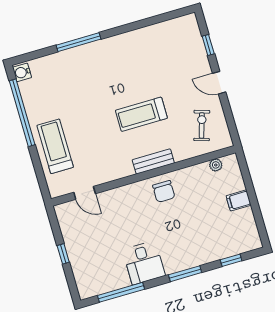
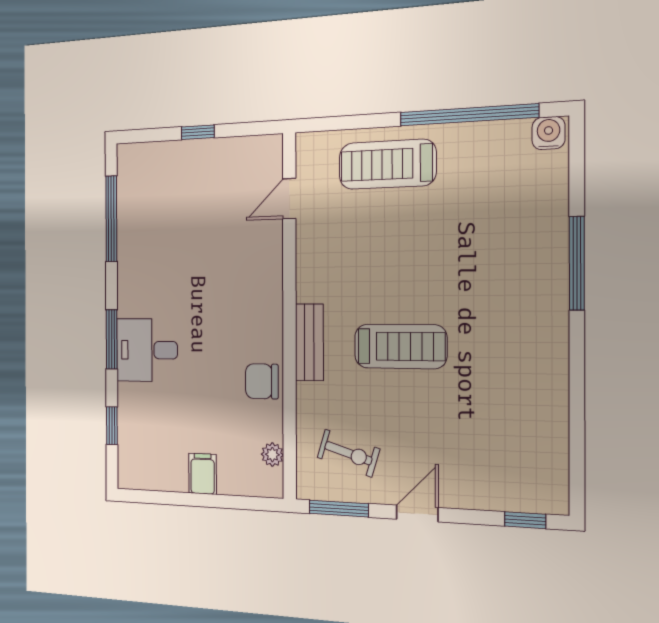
window: (208, 45) -> (525, 520), moved
treadmill: (141, 114) -> (400, 346), turned 90
window: (231, 122) -> (339, 509), added
treadmill: (55, 146) -> (387, 164), turned 180
chair: (164, 191) -> (262, 381), moved
desk: (144, 263) -> (147, 350), moved

